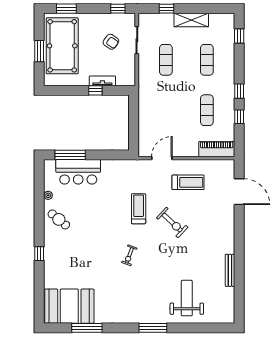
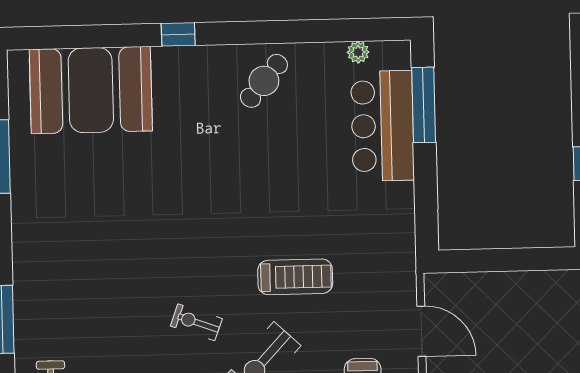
plant: (48, 195) -> (358, 52), moved
exercise bike: (129, 255) -> (196, 322), moved
booth: (69, 306) -> (91, 90), moved, turned 90

